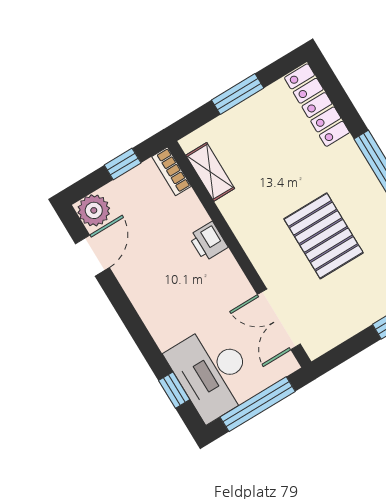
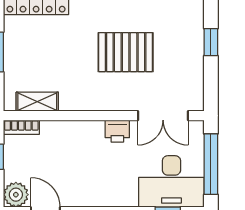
printer: (208, 241) -> (117, 131), moved

